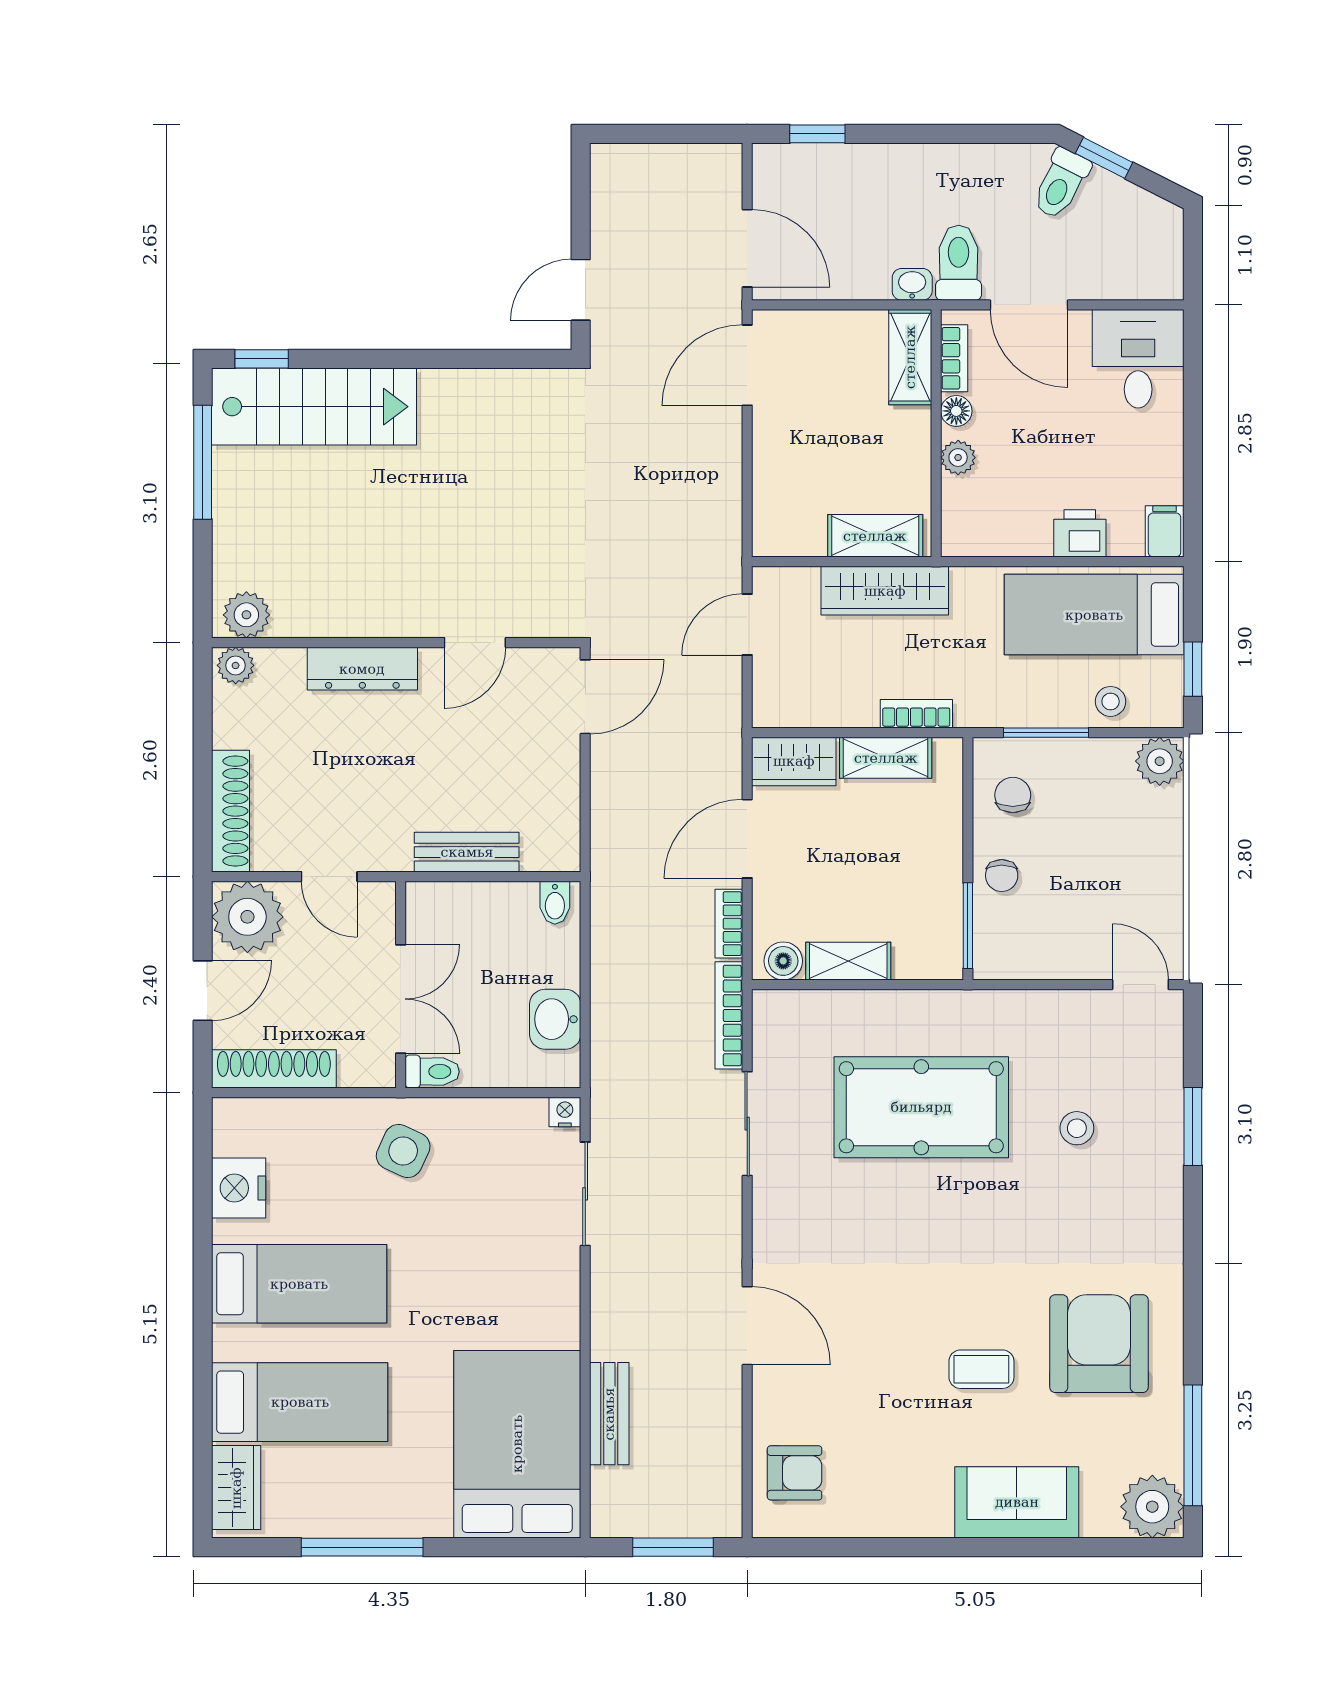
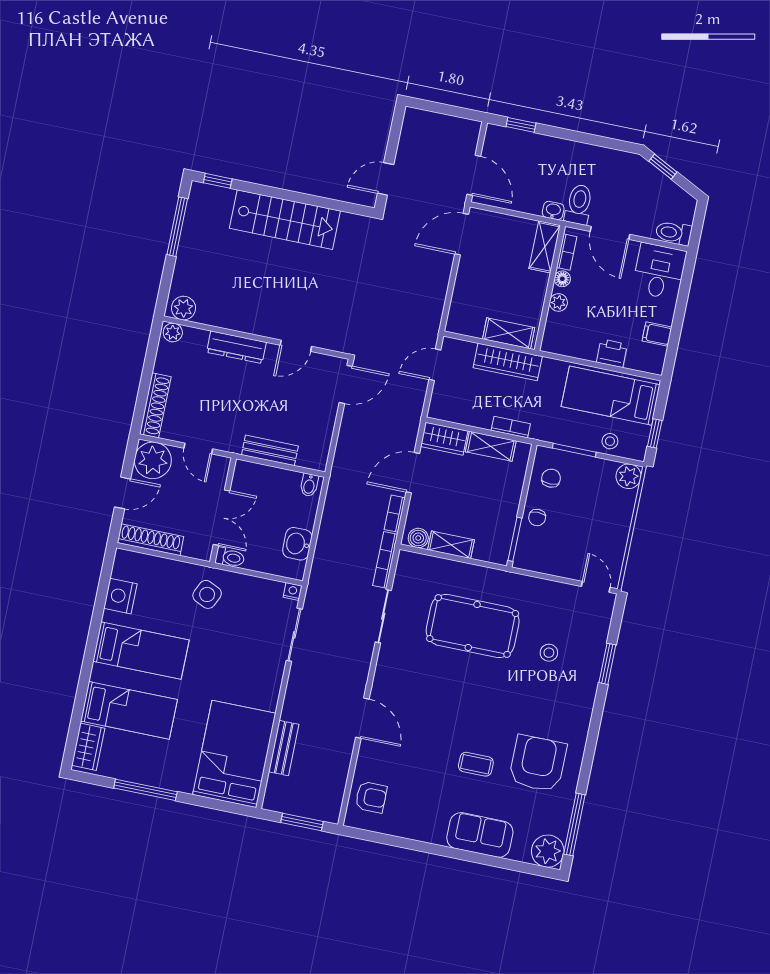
toilet: (1061, 184) -> (674, 233), moved, turned 63
stairs: (314, 407) -> (285, 220), moved
filing cabinet: (1165, 531) -> (657, 334), moved, turned -90

